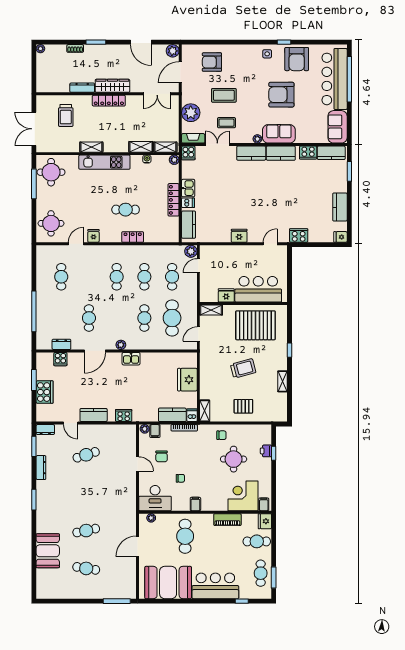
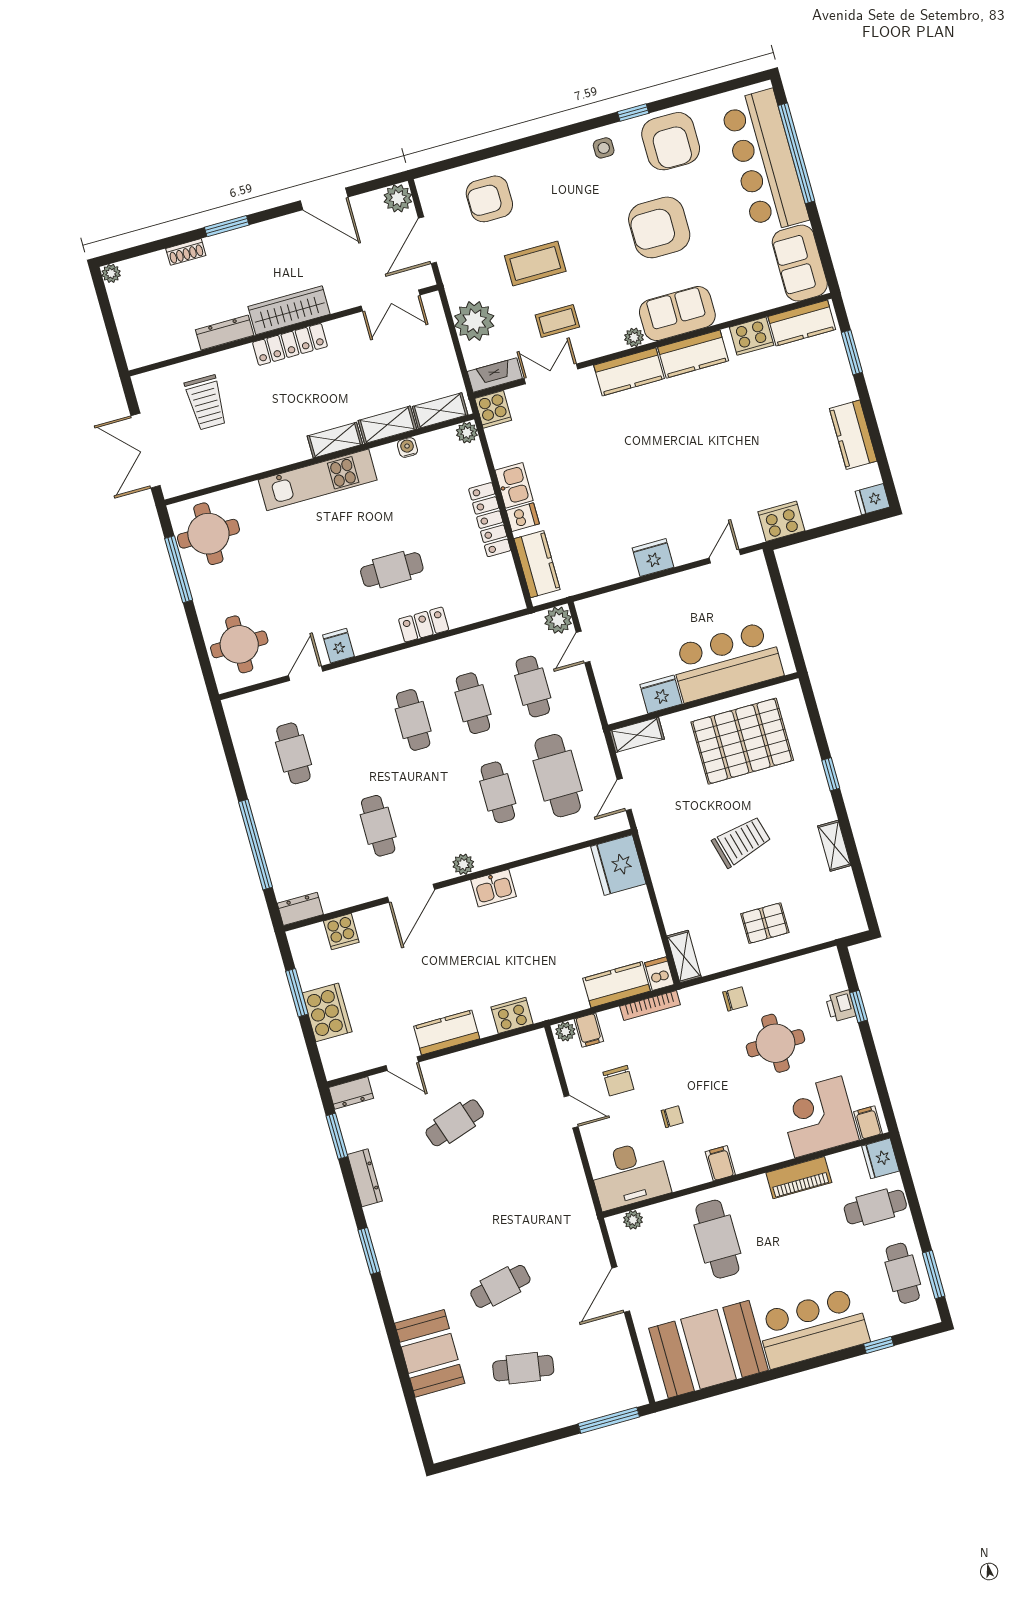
shelving: (91, 147) -> (335, 440), moved
dresser: (61, 344) -> (300, 909), moved
fridge: (187, 380) -> (618, 865), moved

